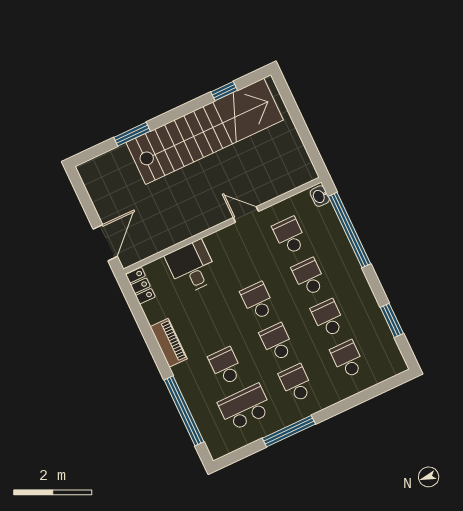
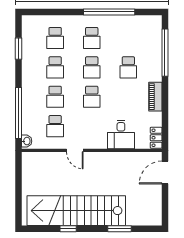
window: (224, 91) -> (68, 229), moved
school desk: (245, 407) -> (128, 38), removed
window: (289, 431) -> (109, 12), width x1.46

